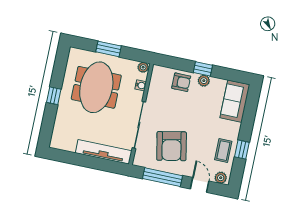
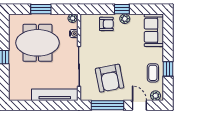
meeting table: (96, 87) -> (37, 43), turned 90

